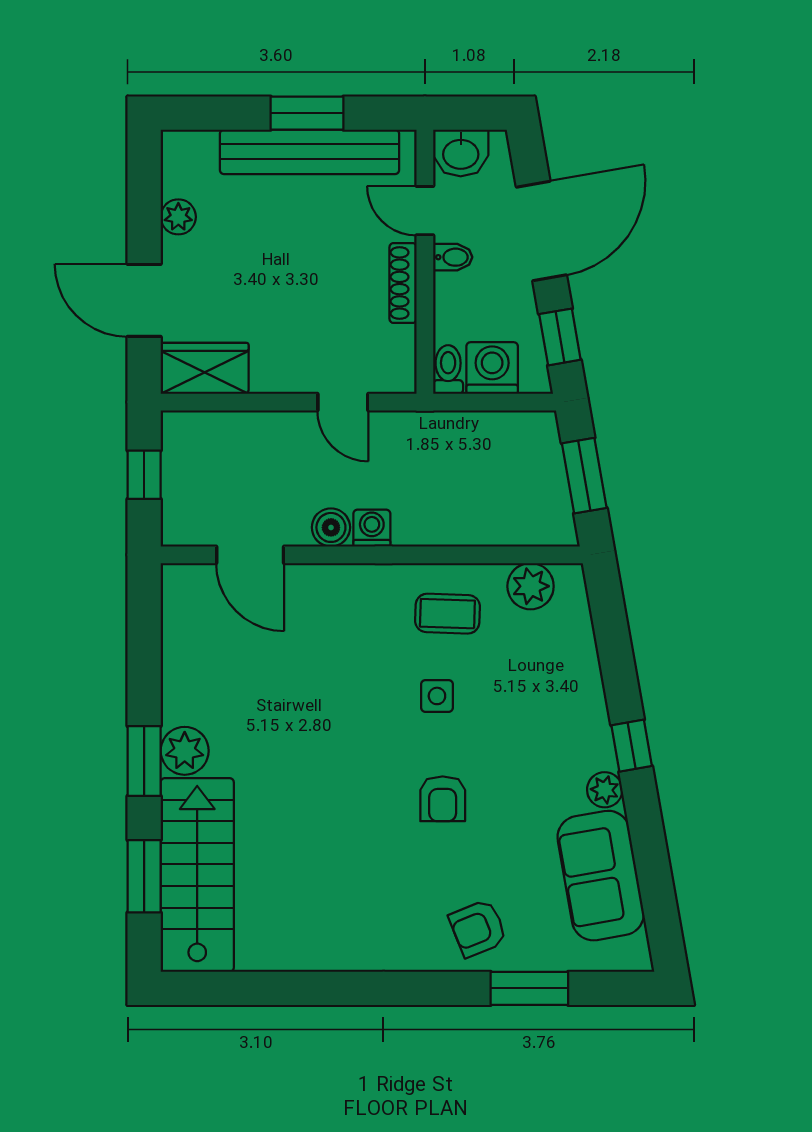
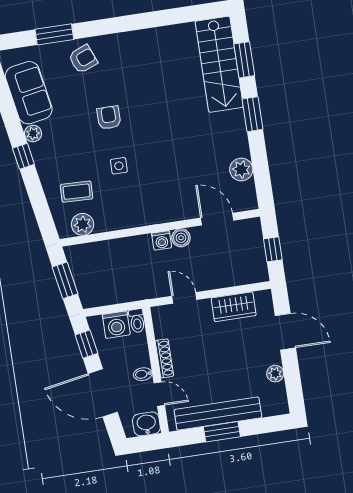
door: (541, 231) -> (103, 393), hinge flipped
wardrobe: (205, 368) -> (234, 307), moved
coffee table: (447, 614) -> (77, 192), moved
plant: (185, 751) -> (241, 169), moved

